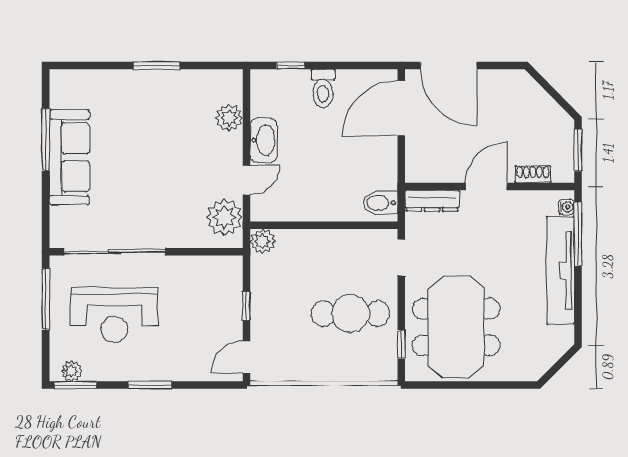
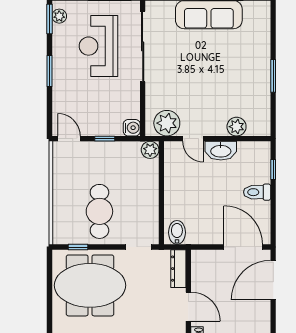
water cooler: (231, 267) -> (132, 128), added

